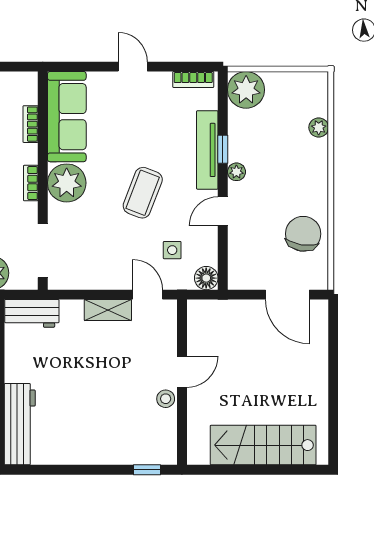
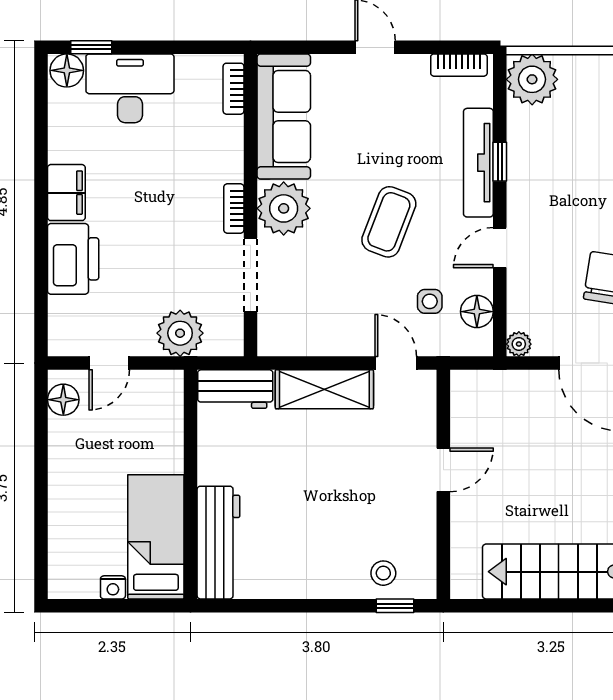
bookcase: (31, 124) -> (233, 89), moved
plant: (236, 172) -> (519, 344), moved
doorway: (43, 251) -> (250, 275), moved
floor lamp: (206, 278) -> (477, 312), moved
shelving: (108, 310) -> (324, 389), width x1.50, depth x1.33
stool: (166, 399) -> (383, 573), moved

